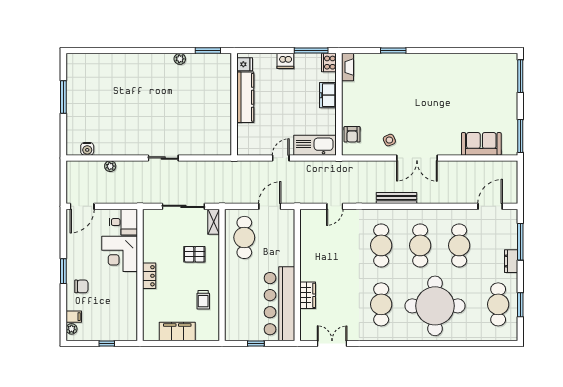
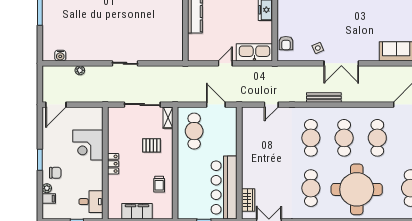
door: (270, 206) -> (216, 105), hinge flipped
desk: (123, 222) -> (91, 202), moved
wardrobe: (308, 295) -> (248, 200), moved
plant: (72, 329) -> (47, 188), moved

